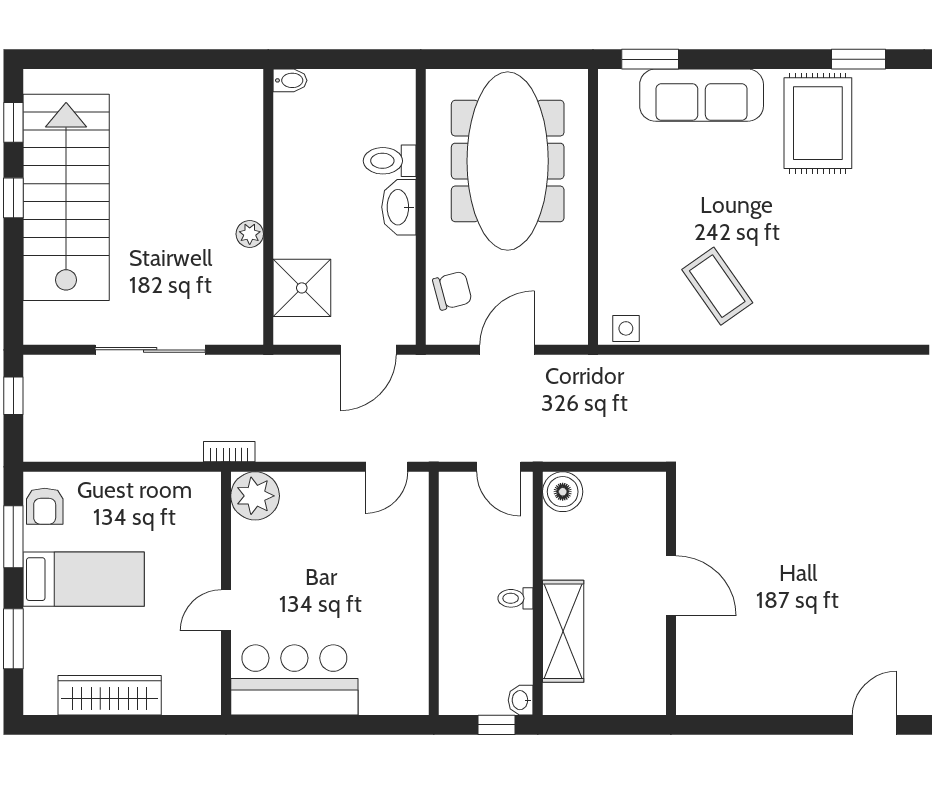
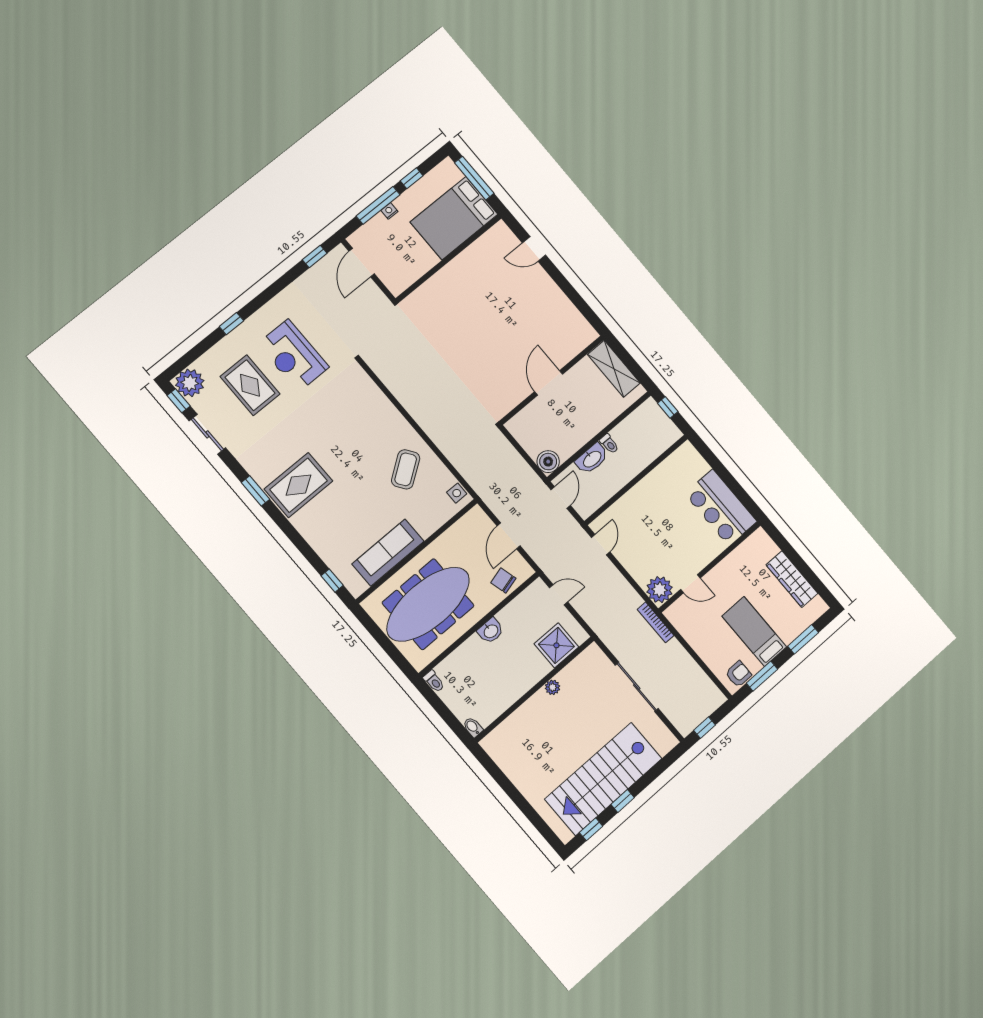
window: (650, 59) -> (332, 581), width x0.67
sofa: (702, 95) -> (388, 553), moved, turned -90
toilet: (390, 161) -> (434, 681), moved, width x0.73, depth x0.72
washbasin: (399, 207) -> (491, 631), width x0.72
door: (368, 350) -> (559, 595), width x0.73
door: (507, 350) -> (509, 536), hinge flipped
bookcase: (229, 452) -> (656, 622), width x1.56
door: (387, 467) -> (601, 545), hinge flipped
door: (226, 610) -> (690, 584), moved
shelving: (563, 631) -> (614, 369), moved, turned 90
washbasin: (521, 700) -> (592, 459), moved, width x1.91, depth x1.45

